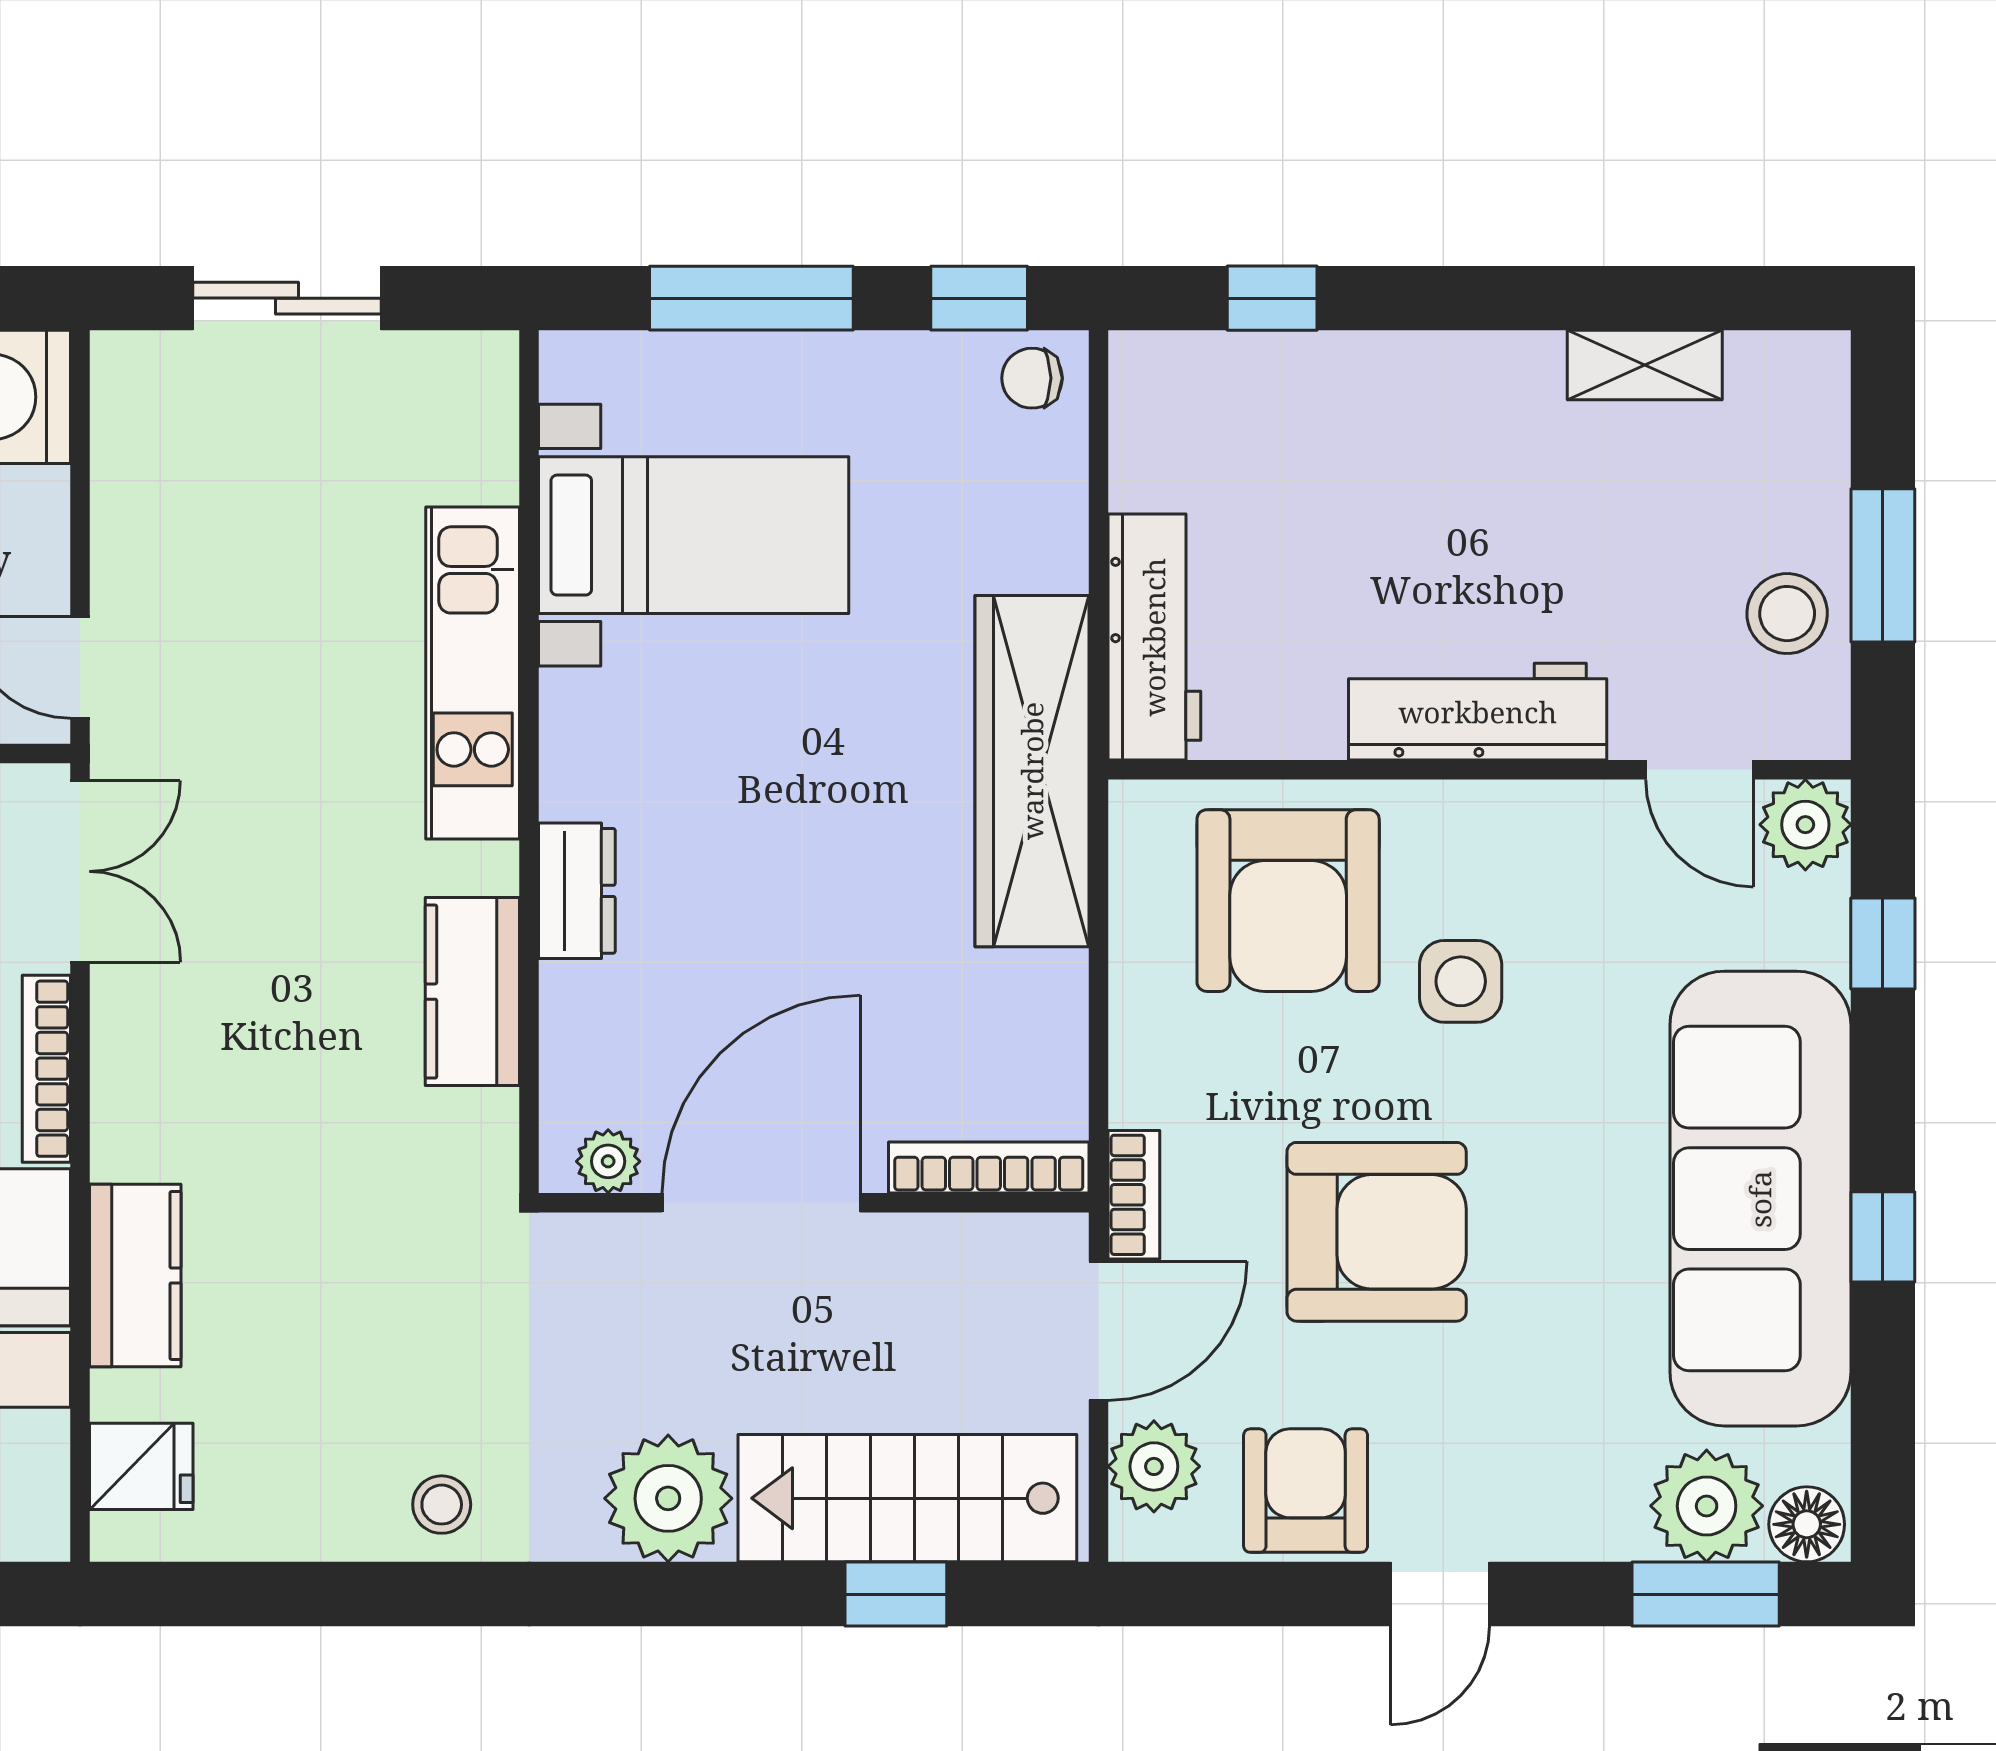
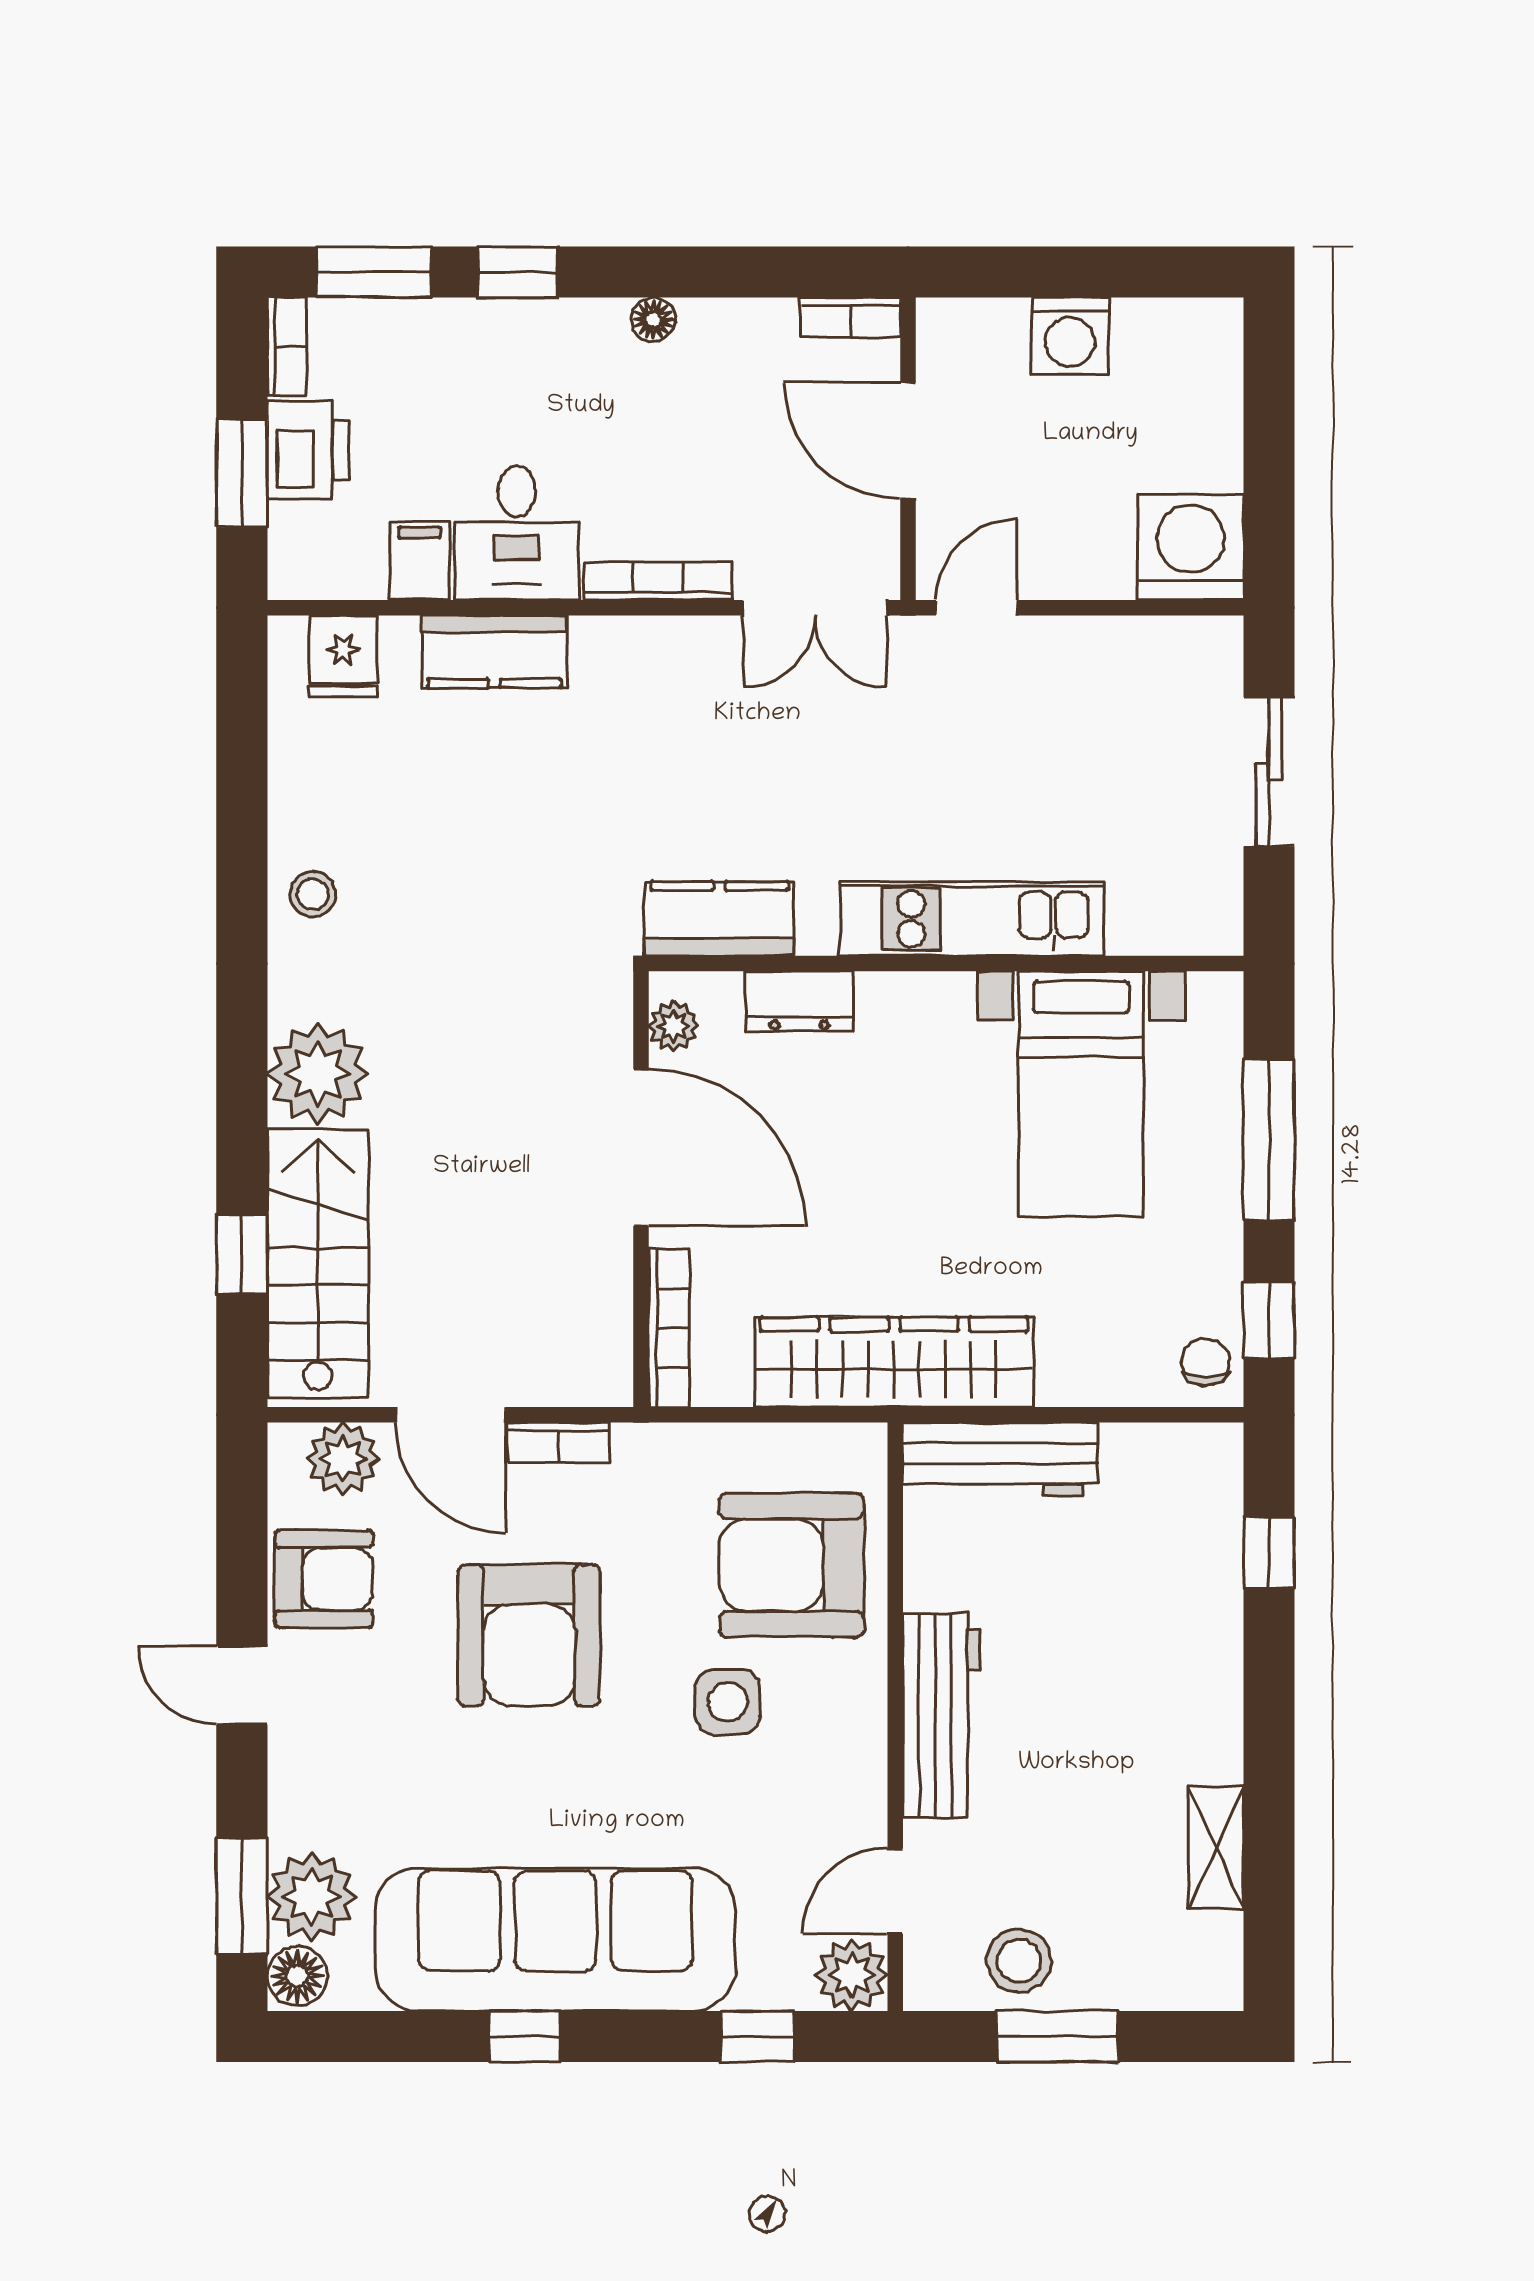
plant: (608, 1161) -> (674, 1026), moved
bookcase: (989, 1167) -> (669, 1328), moved
door: (761, 1203) -> (641, 1147), moved
wall: (814, 1203) -> (641, 1189), moved

